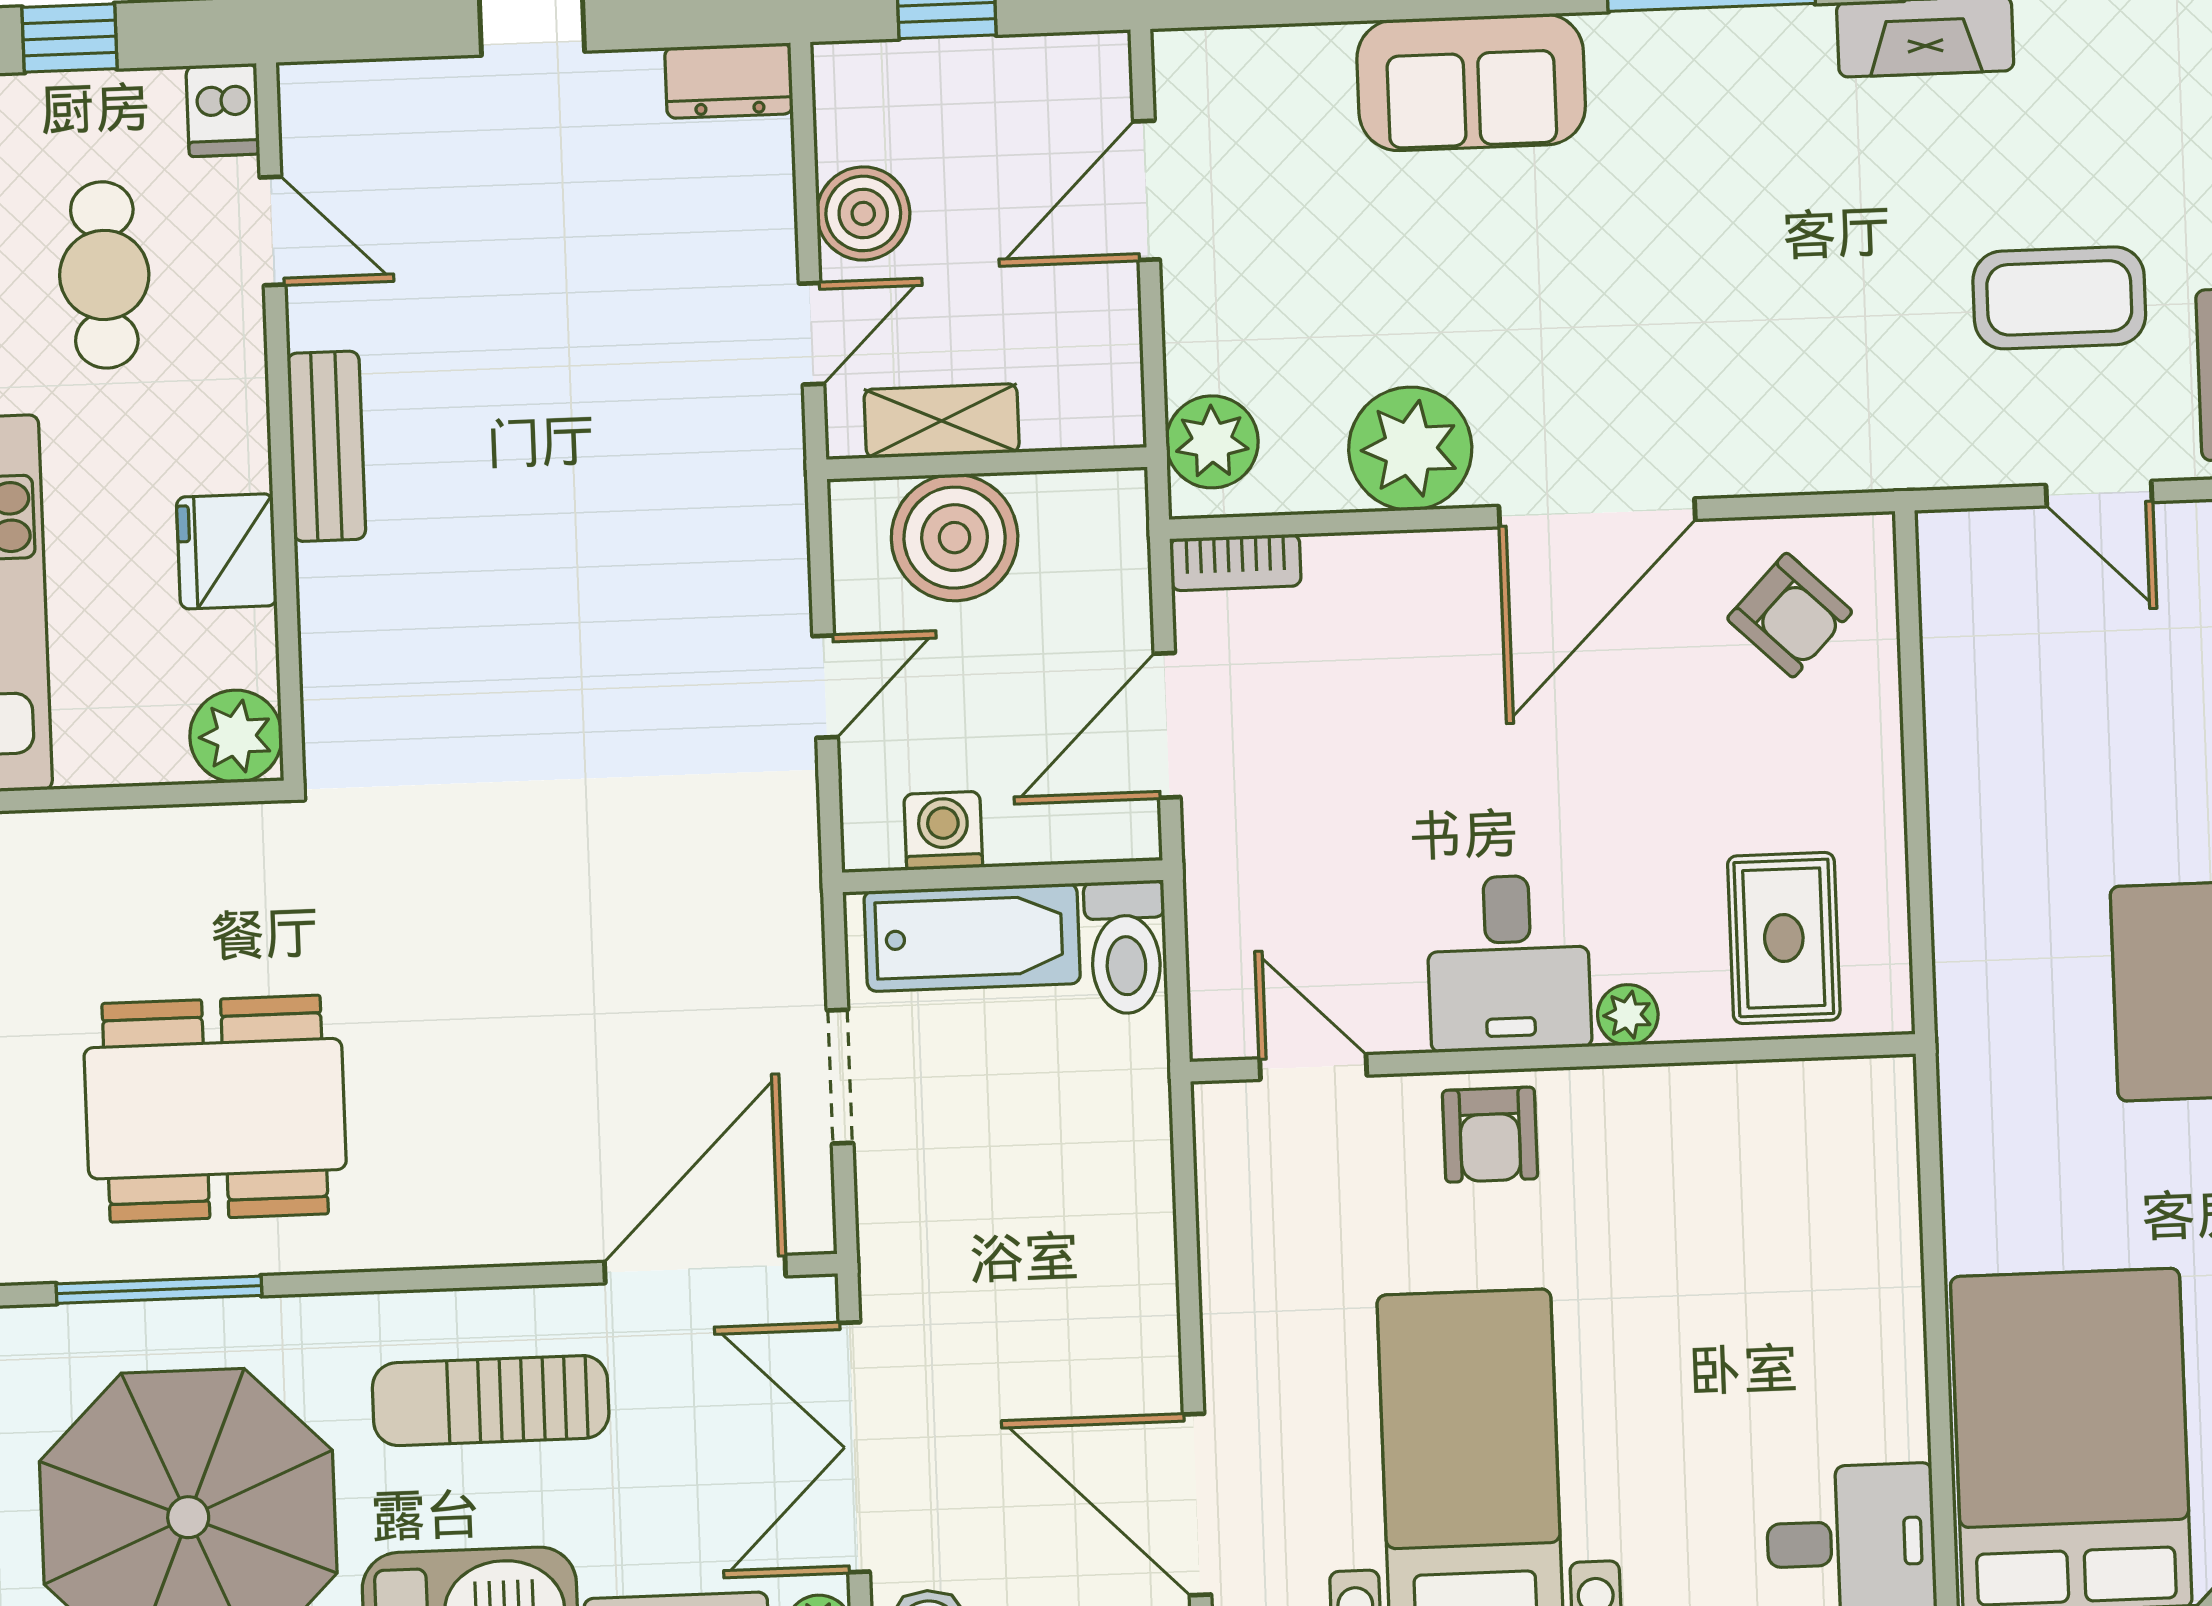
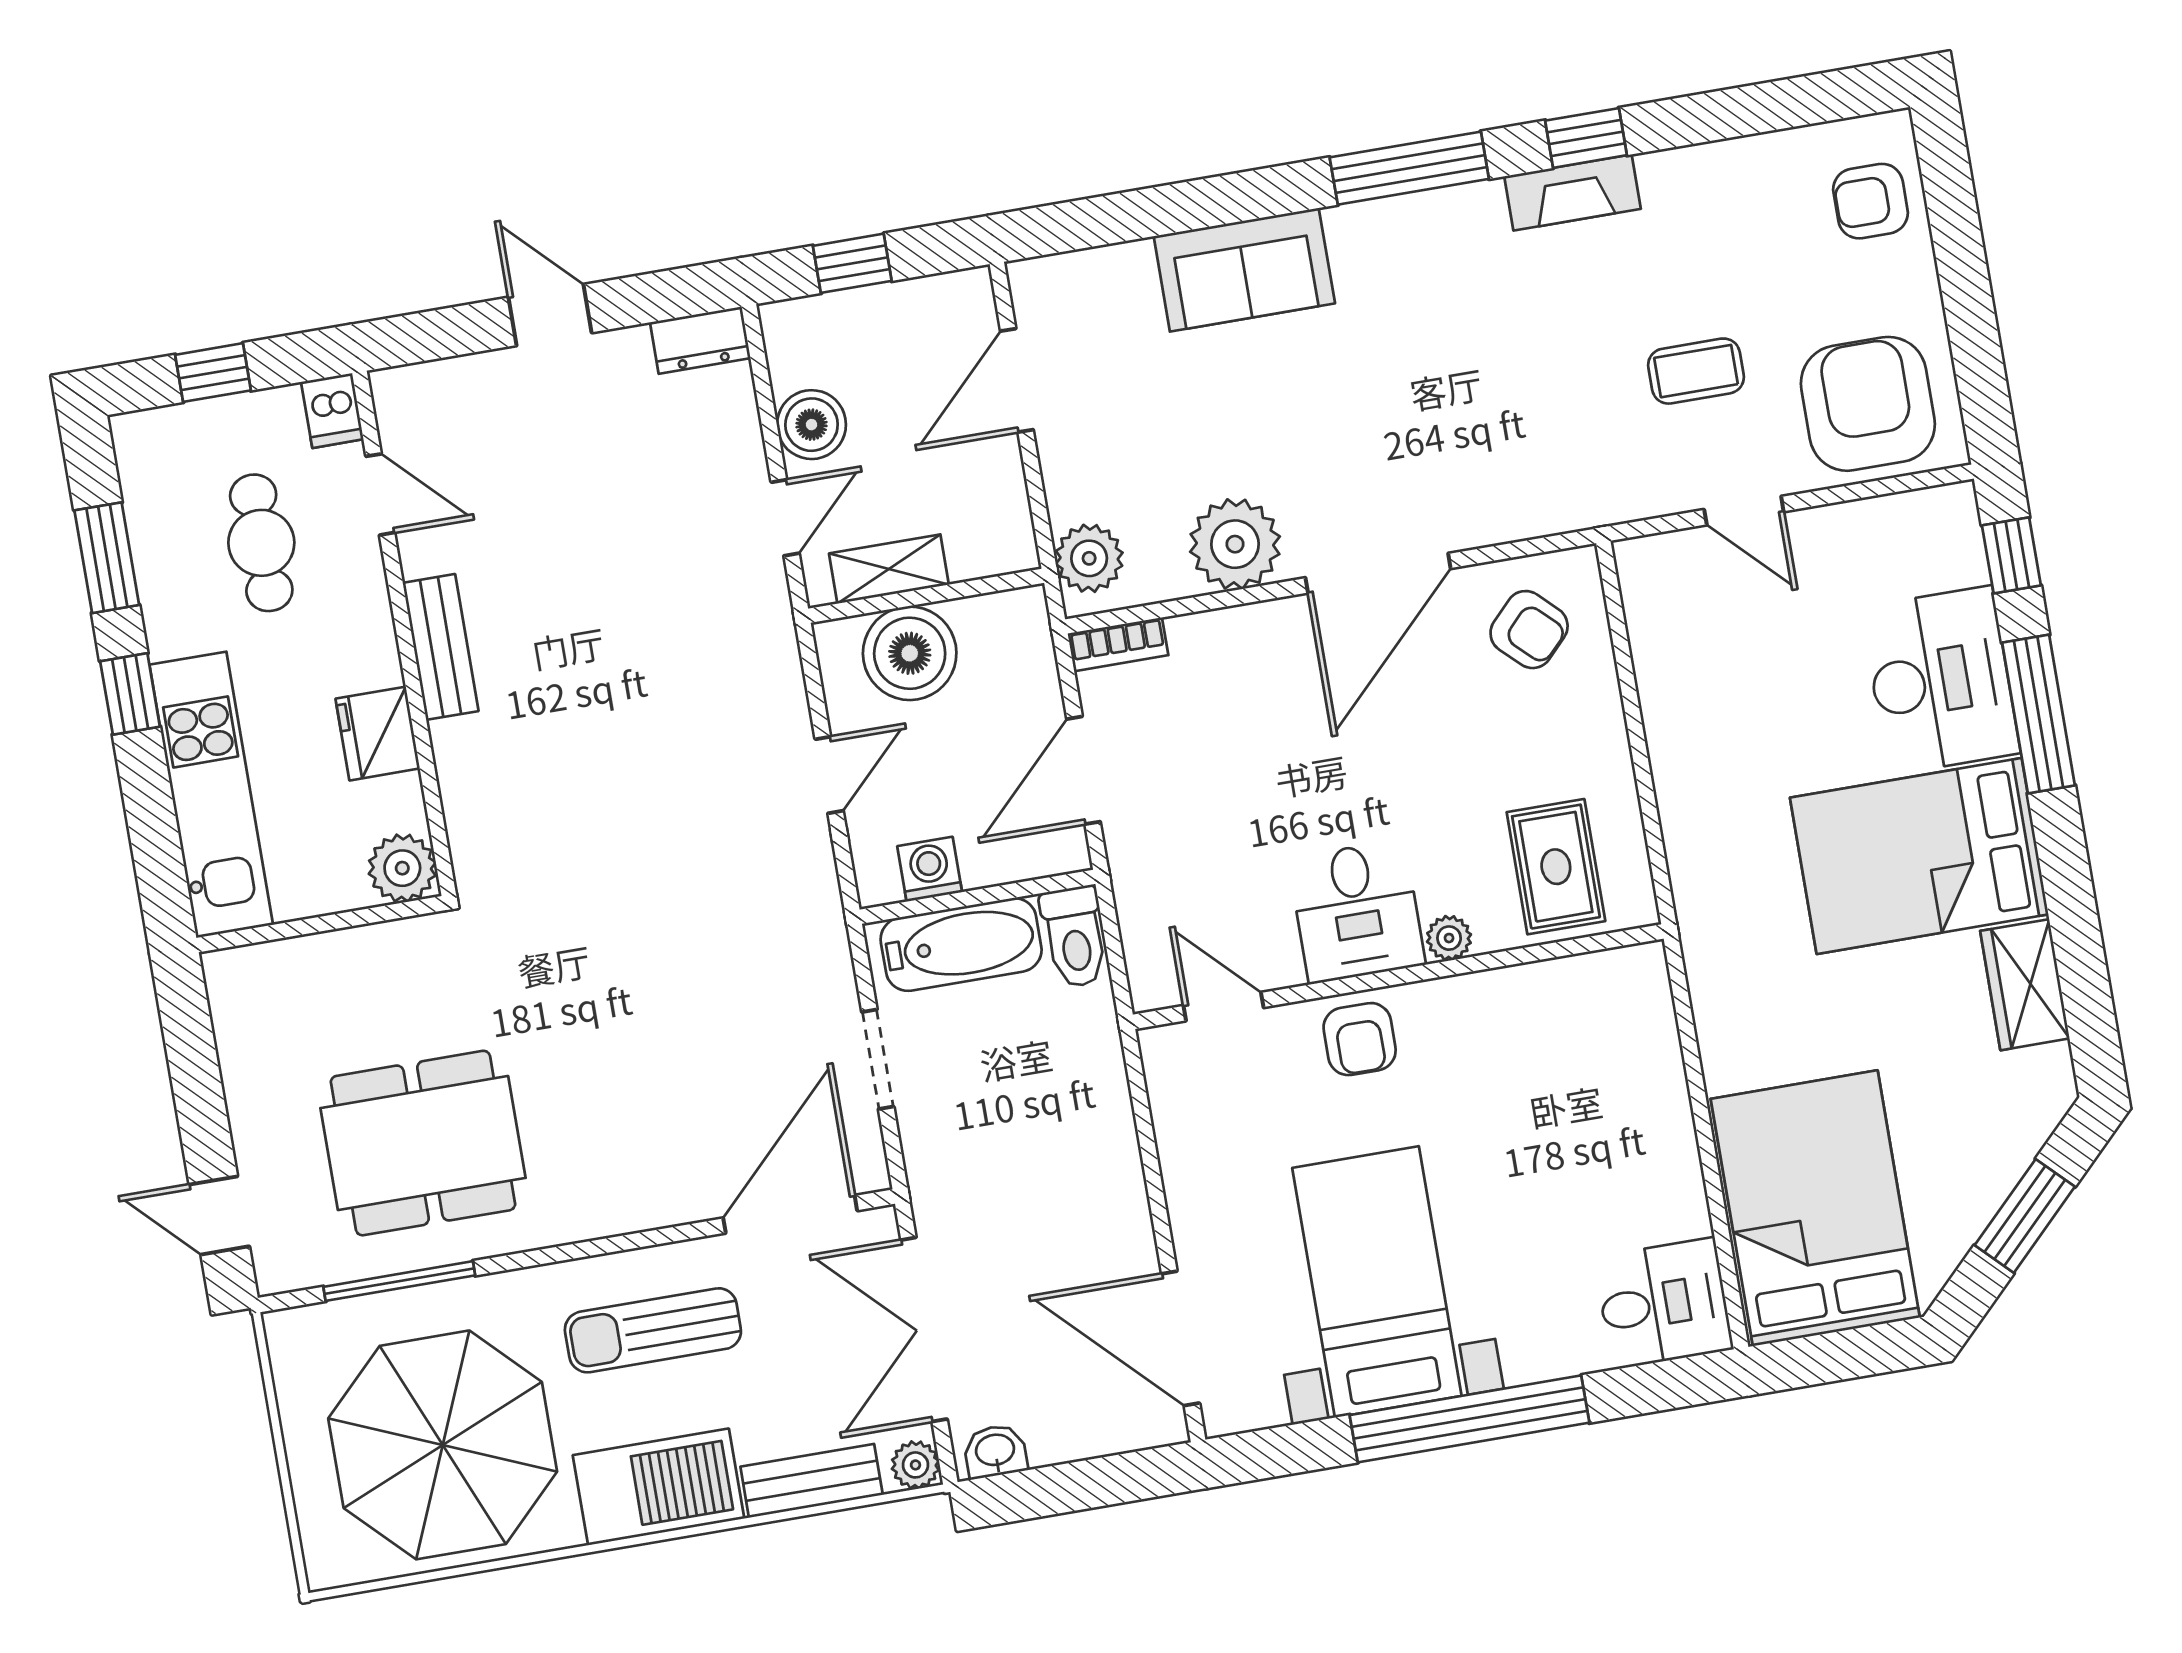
coffee table: (2059, 298) -> (1696, 371), width x0.73, depth x0.77

